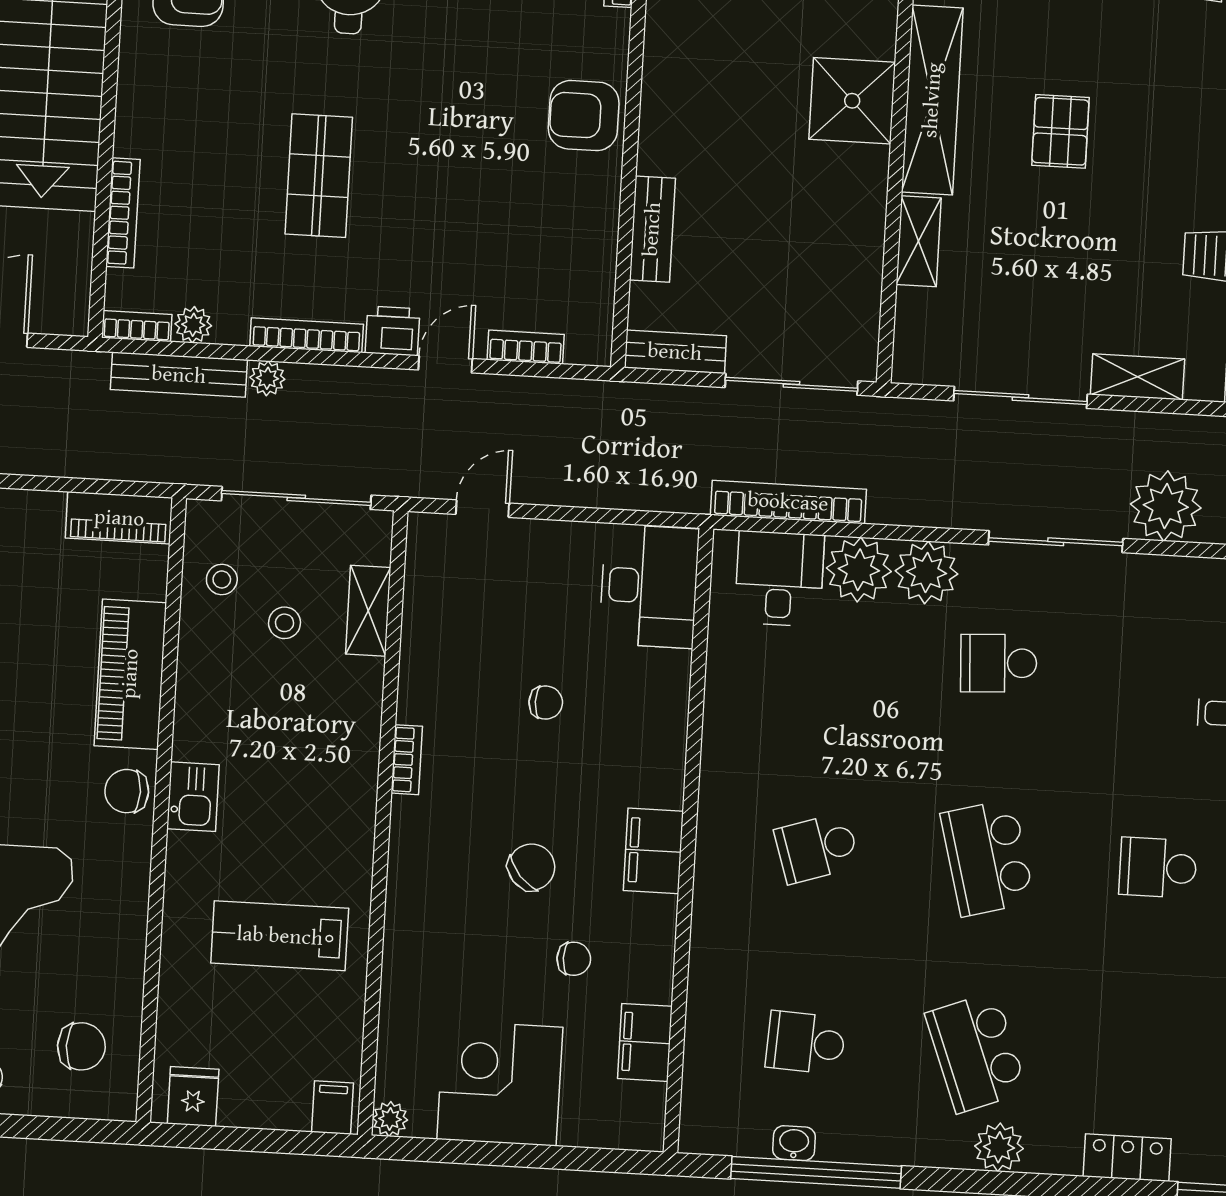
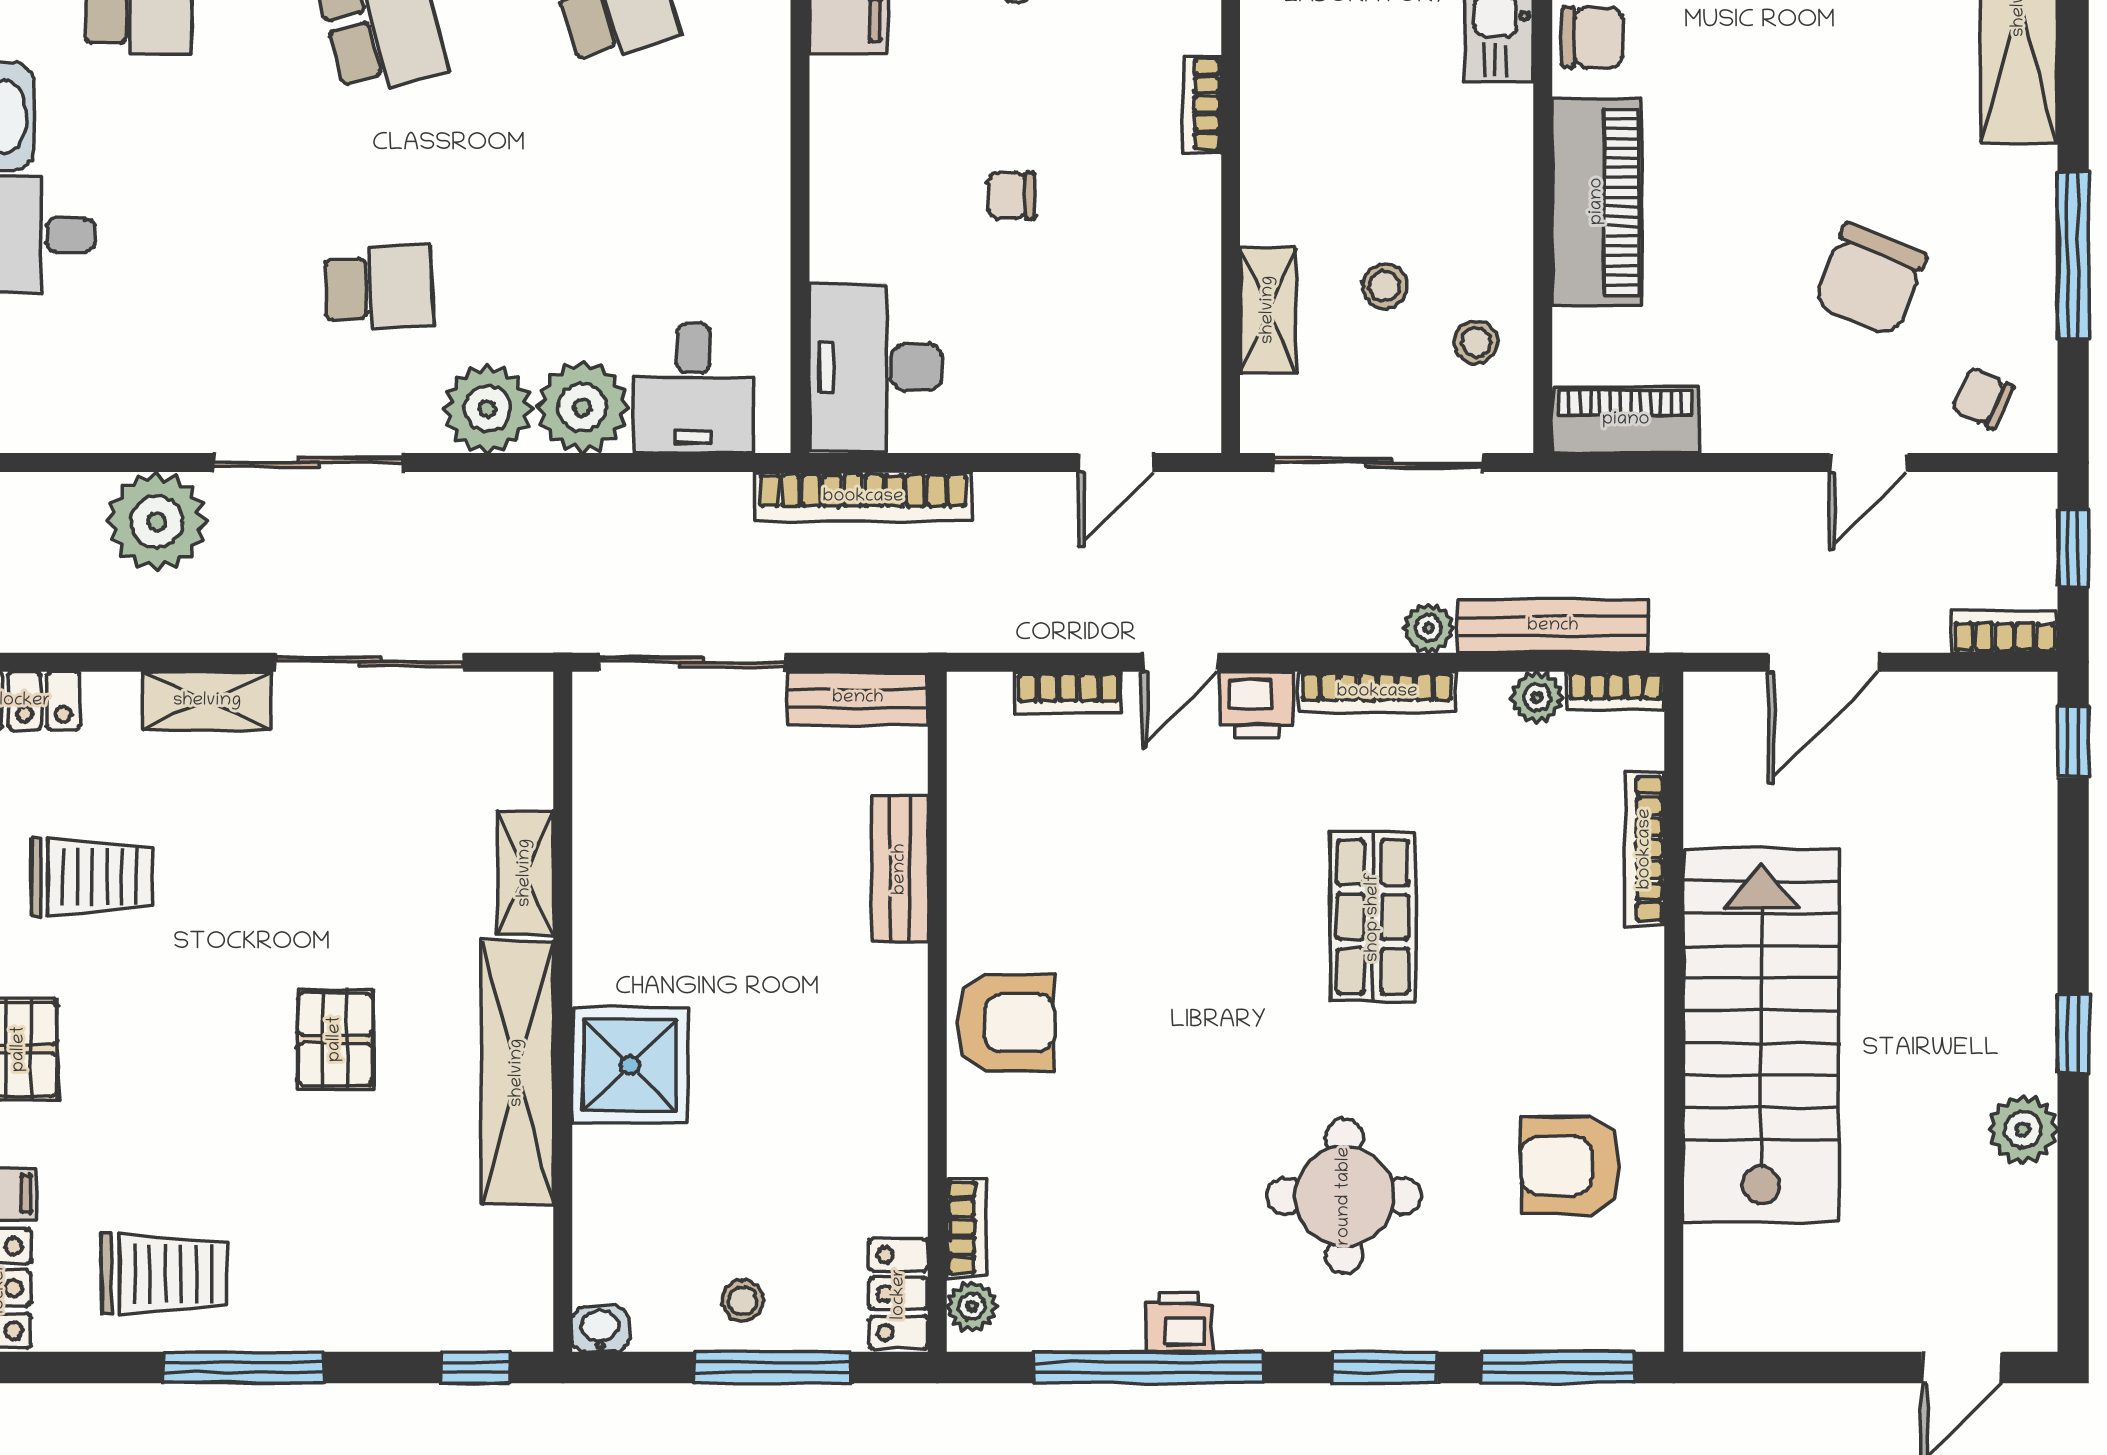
bookcase: (788, 502) -> (863, 497), moved

